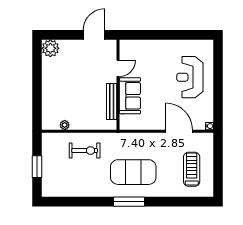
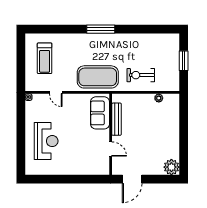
door: (118, 68) -> (111, 149), swing flipped
sofa: (130, 96) -> (100, 113), moved
door: (179, 131) -> (56, 92), width x0.53
exercise mat: (133, 172) -> (98, 77), moved

